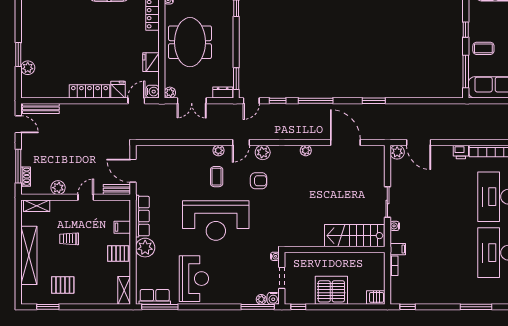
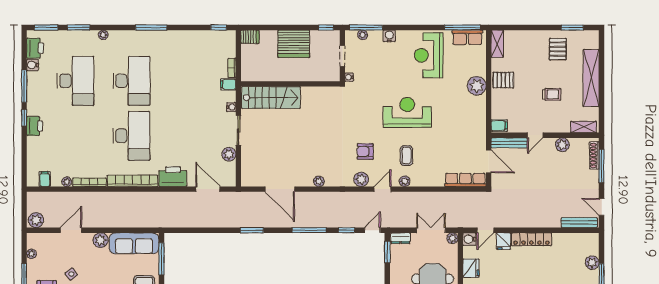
plant: (397, 152) -> (229, 154), moved
printer: (461, 152) -> (173, 177), width x1.87, depth x1.48
shoe rack: (26, 177) -> (594, 155), width x1.43
bench: (117, 190) -> (509, 143), width x1.36
row of seats: (142, 216) -> (465, 180), moved, turned 90
reception desk: (216, 221) -> (407, 112), width x0.74, depth x0.77
filing cabinet: (122, 227) -> (499, 126), moved
pallet: (63, 285) -> (558, 49), turned 90
water cooler: (273, 298) -> (389, 36), moved

